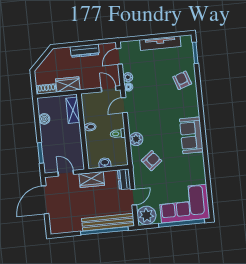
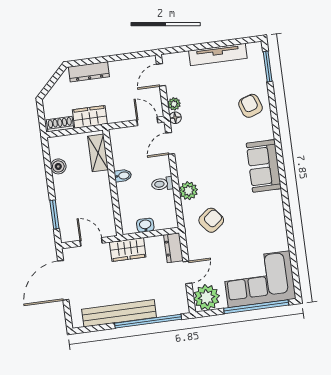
dresser: (85, 51) -> (89, 72), moved
sofa: (191, 135) -> (264, 166), moved
bench: (108, 222) -> (119, 313), moved

